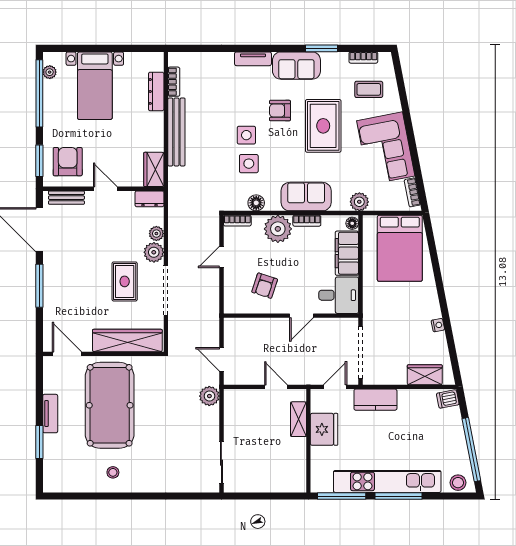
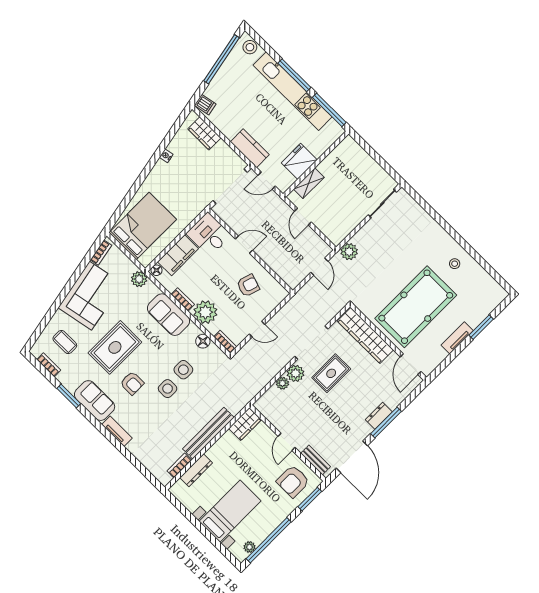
dresser: (149, 199) -> (379, 416), moved, turned -90

